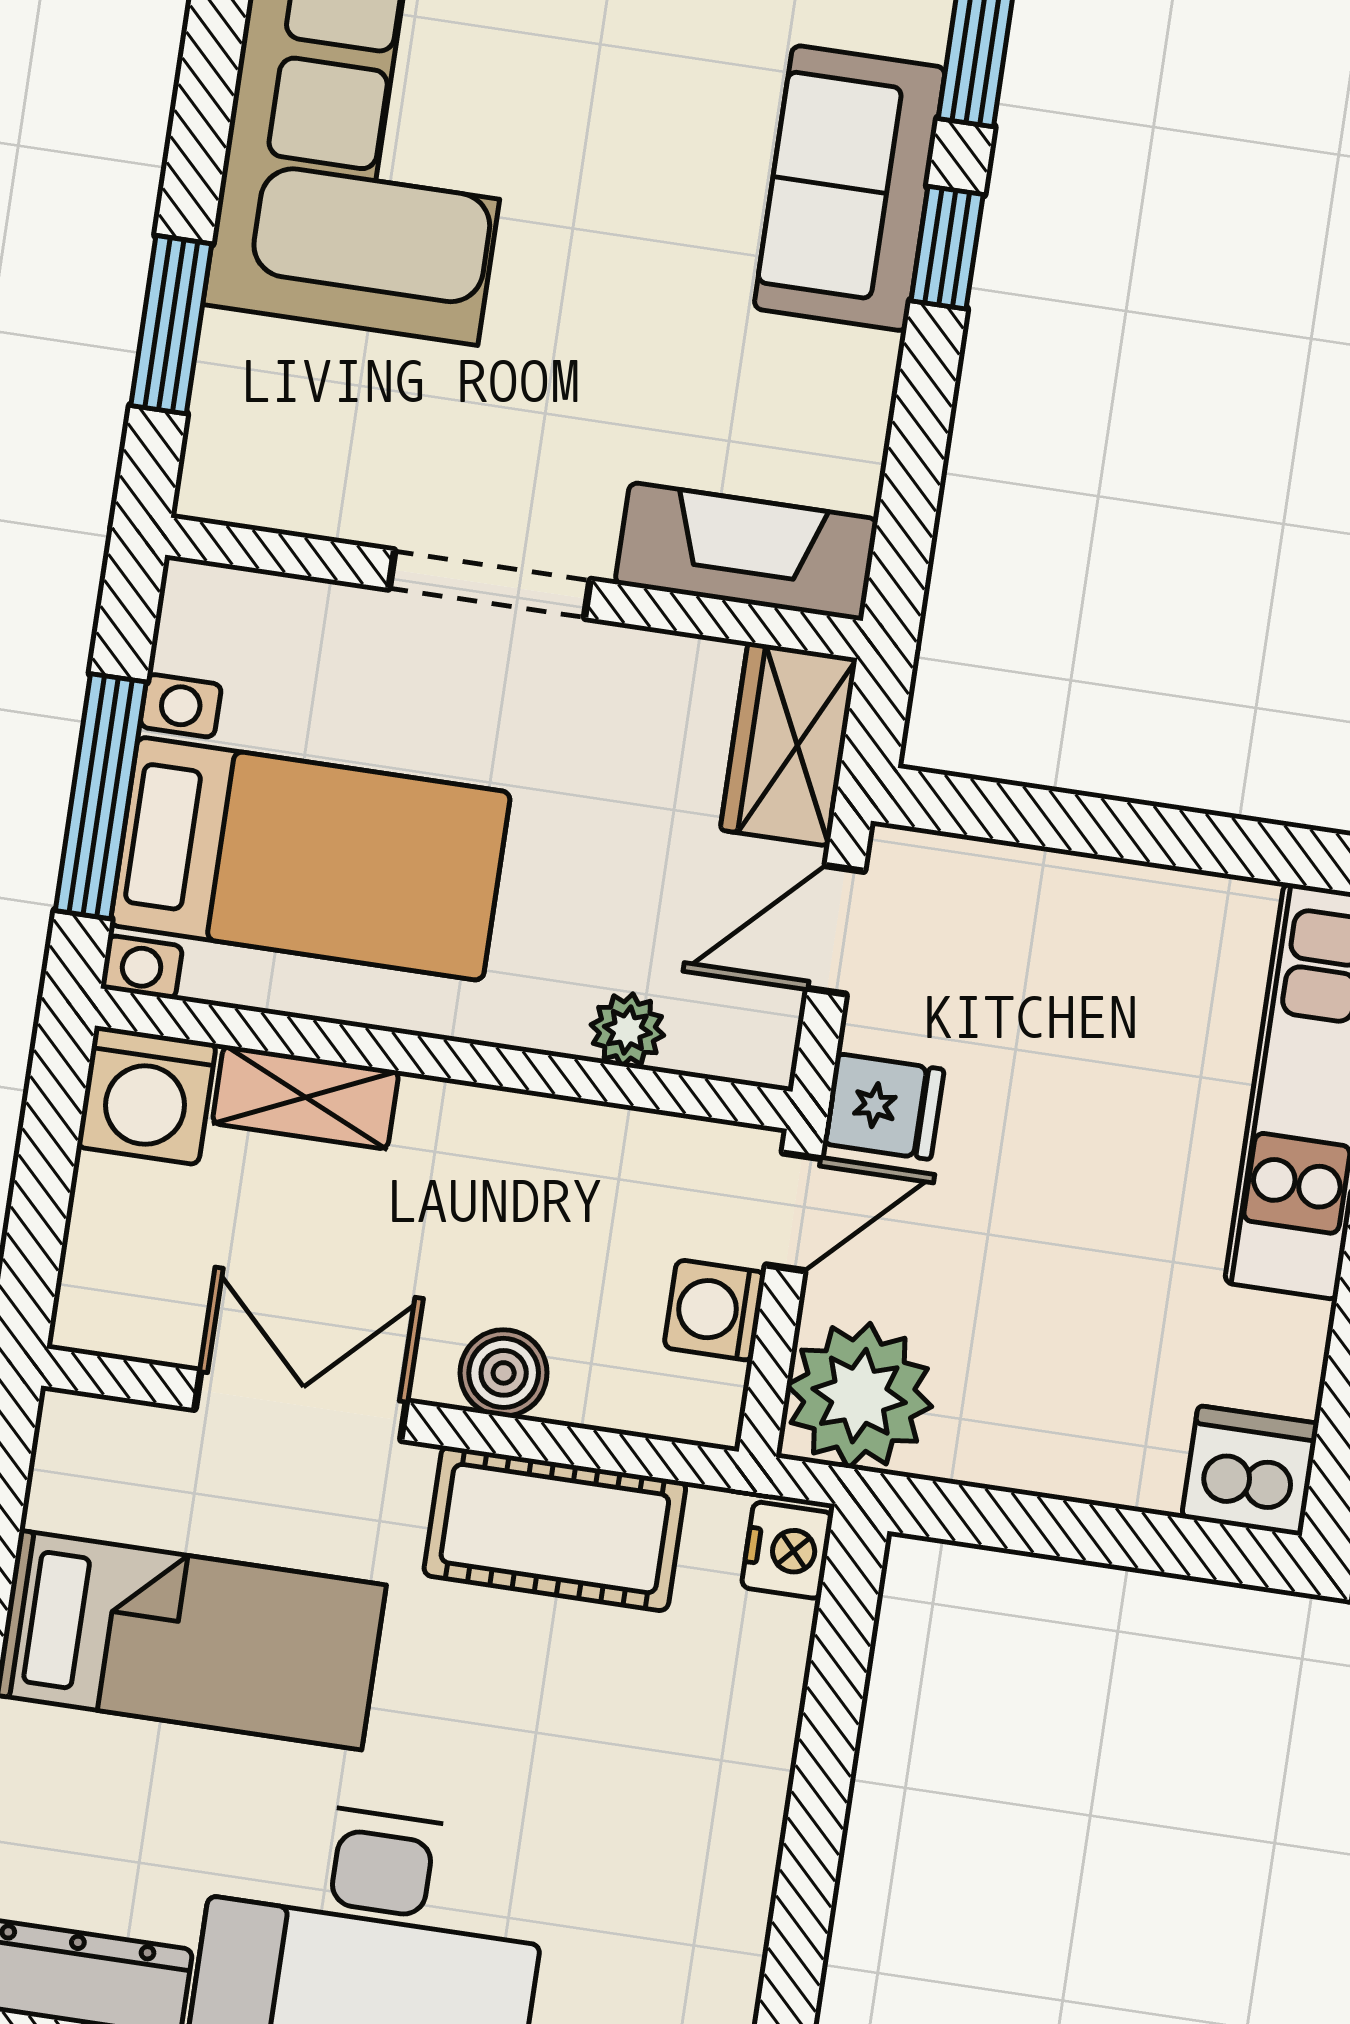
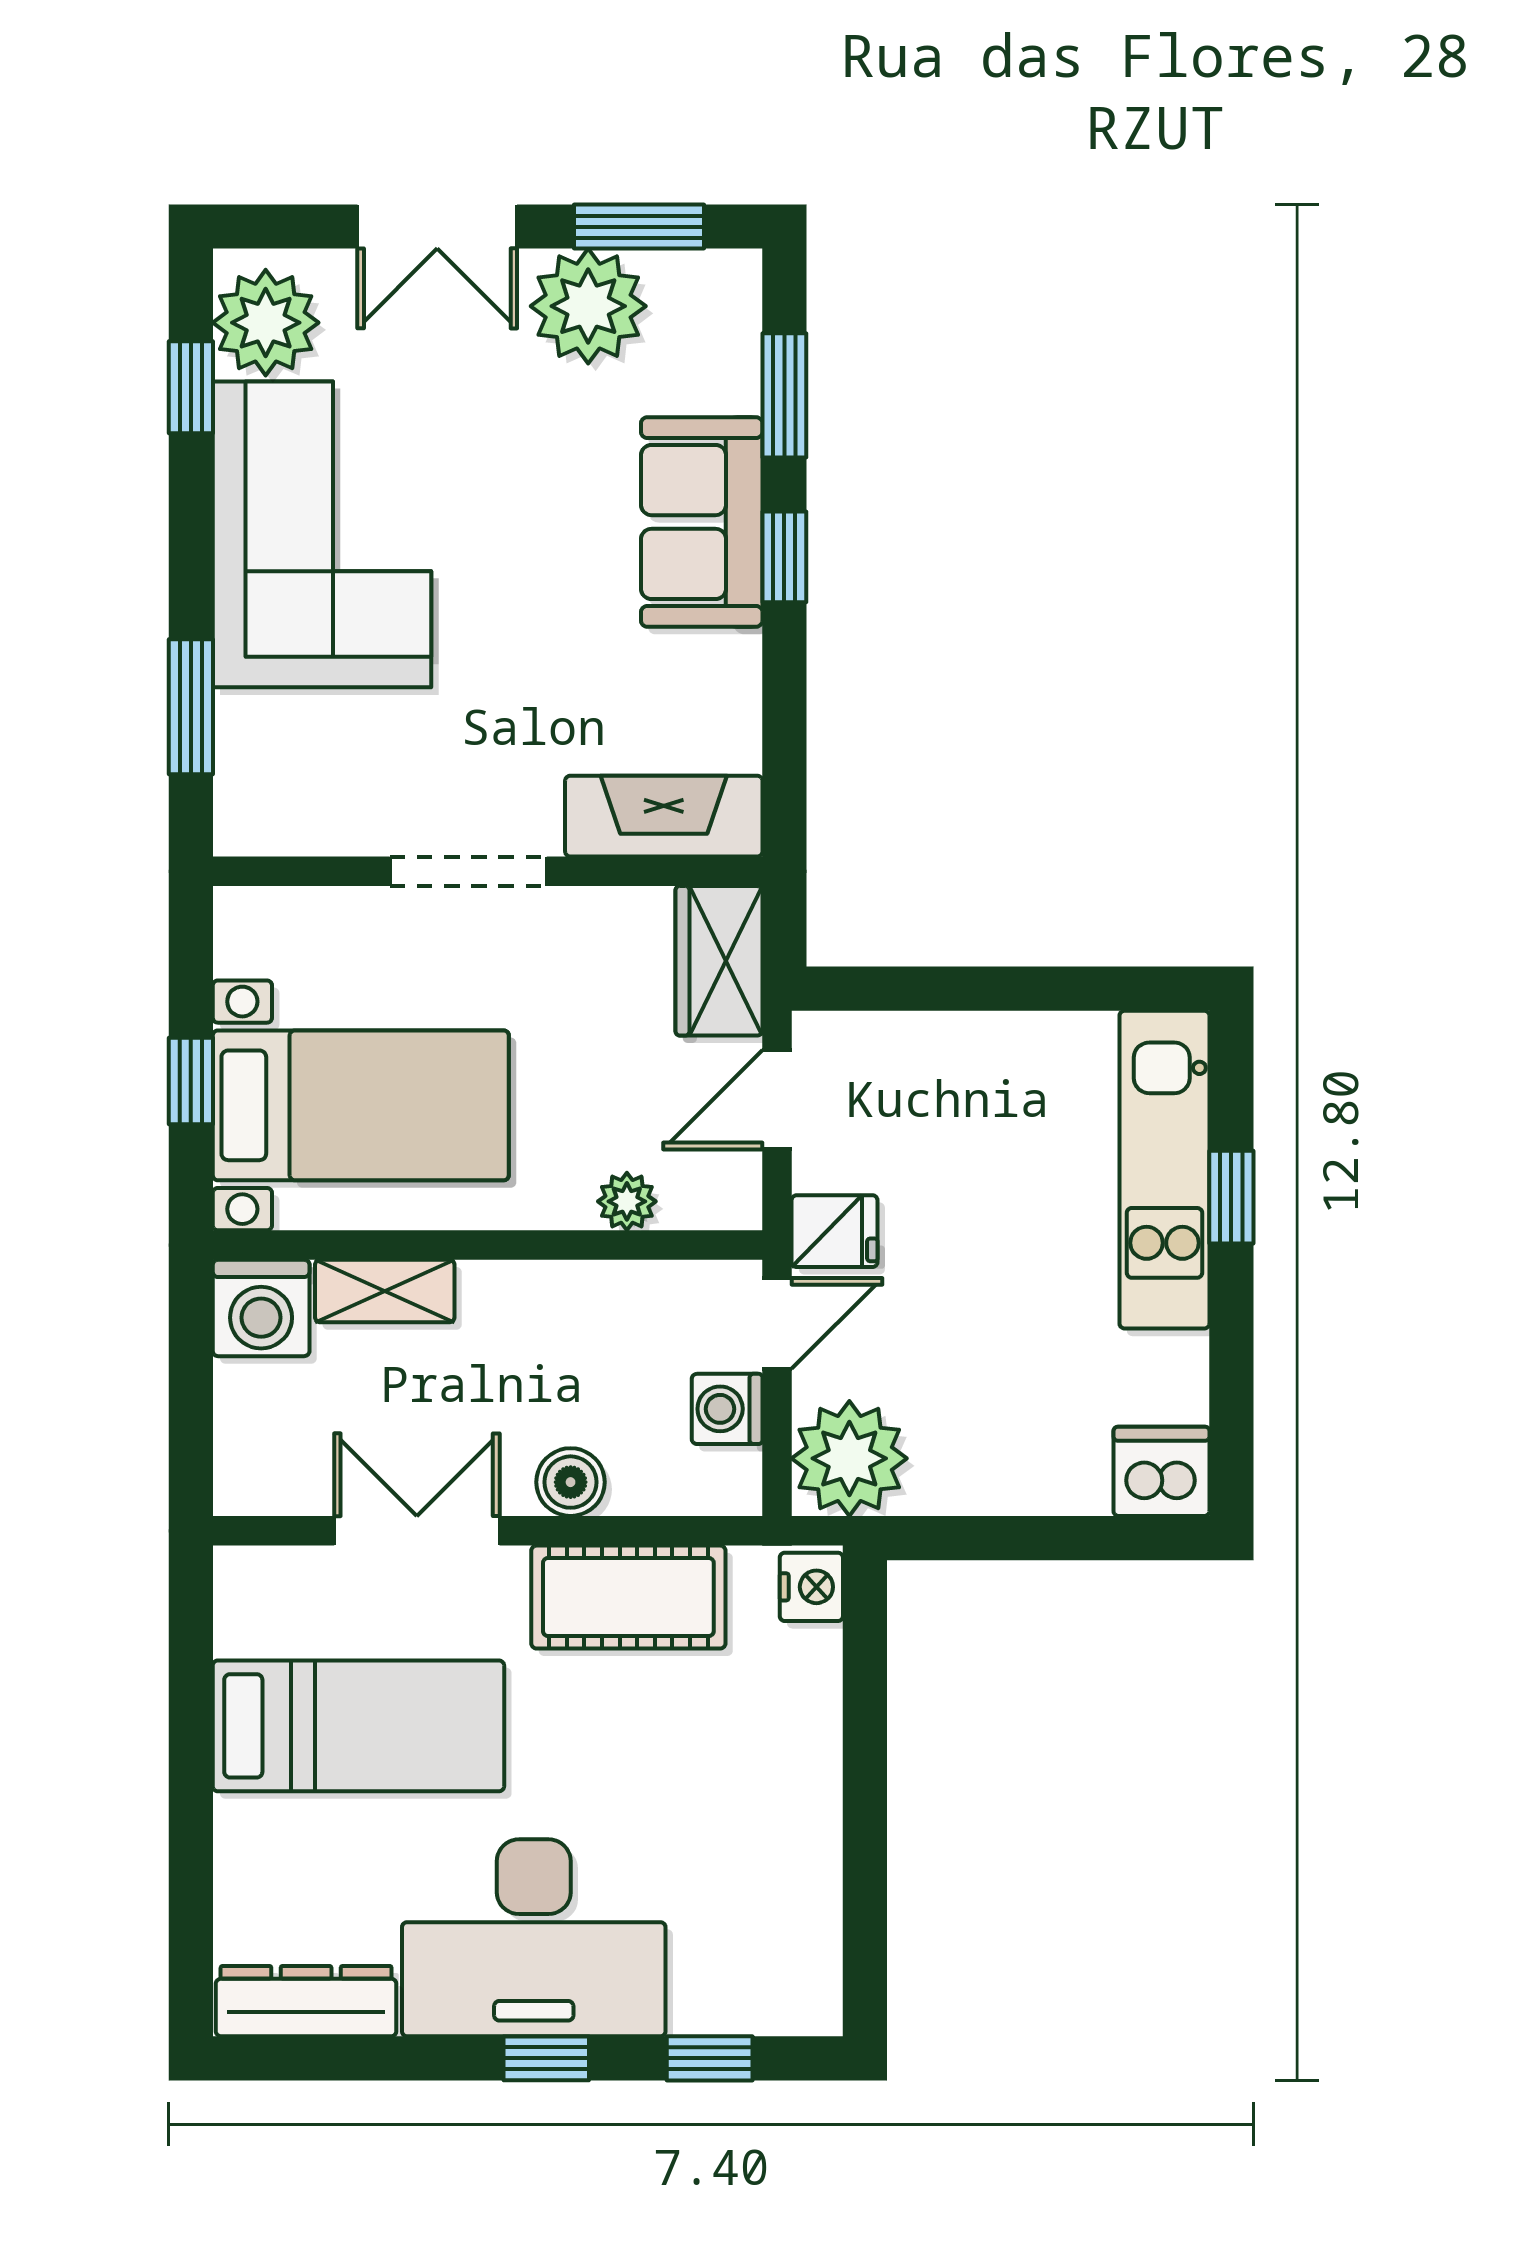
window: (101, 796) -> (191, 1081), width x0.46

